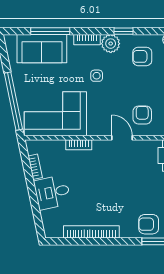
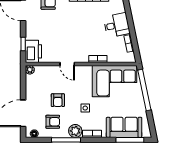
window: (50, 31) -> (130, 140), moved
window: (124, 31) -> (66, 140), width x2.17
armchair: (142, 115) -> (58, 100), moved

